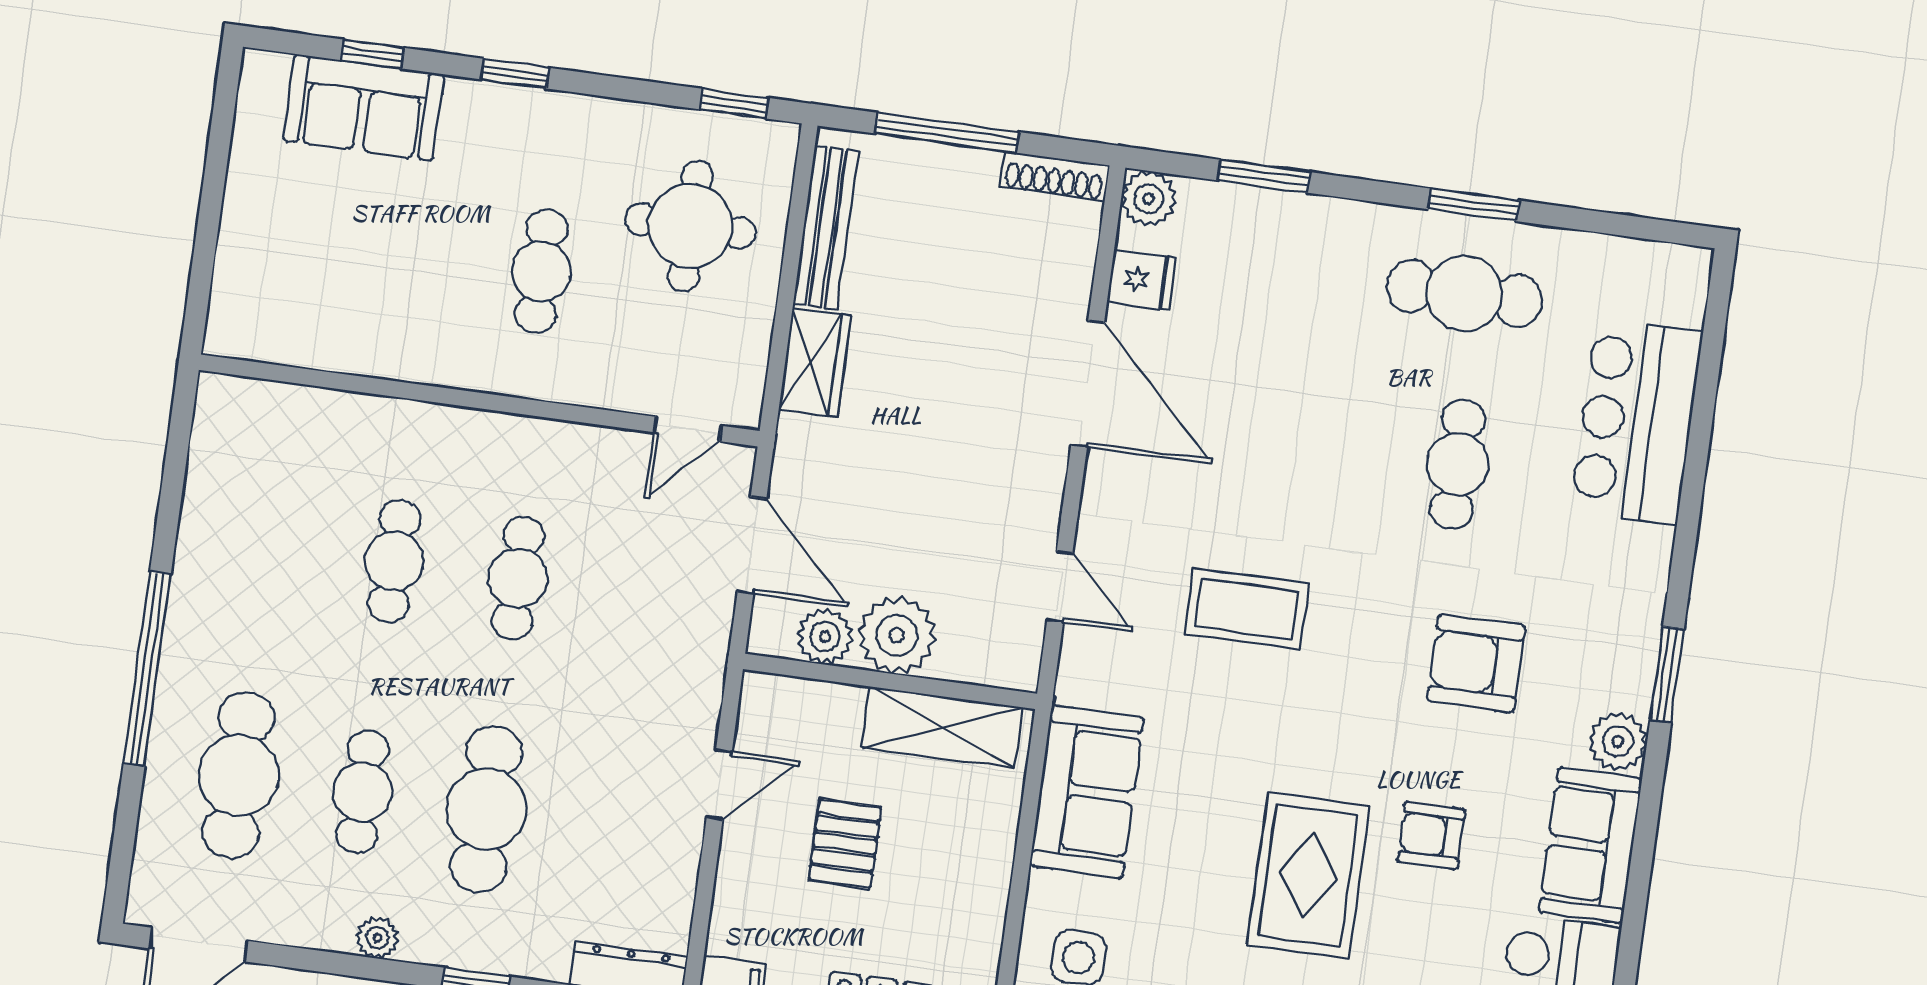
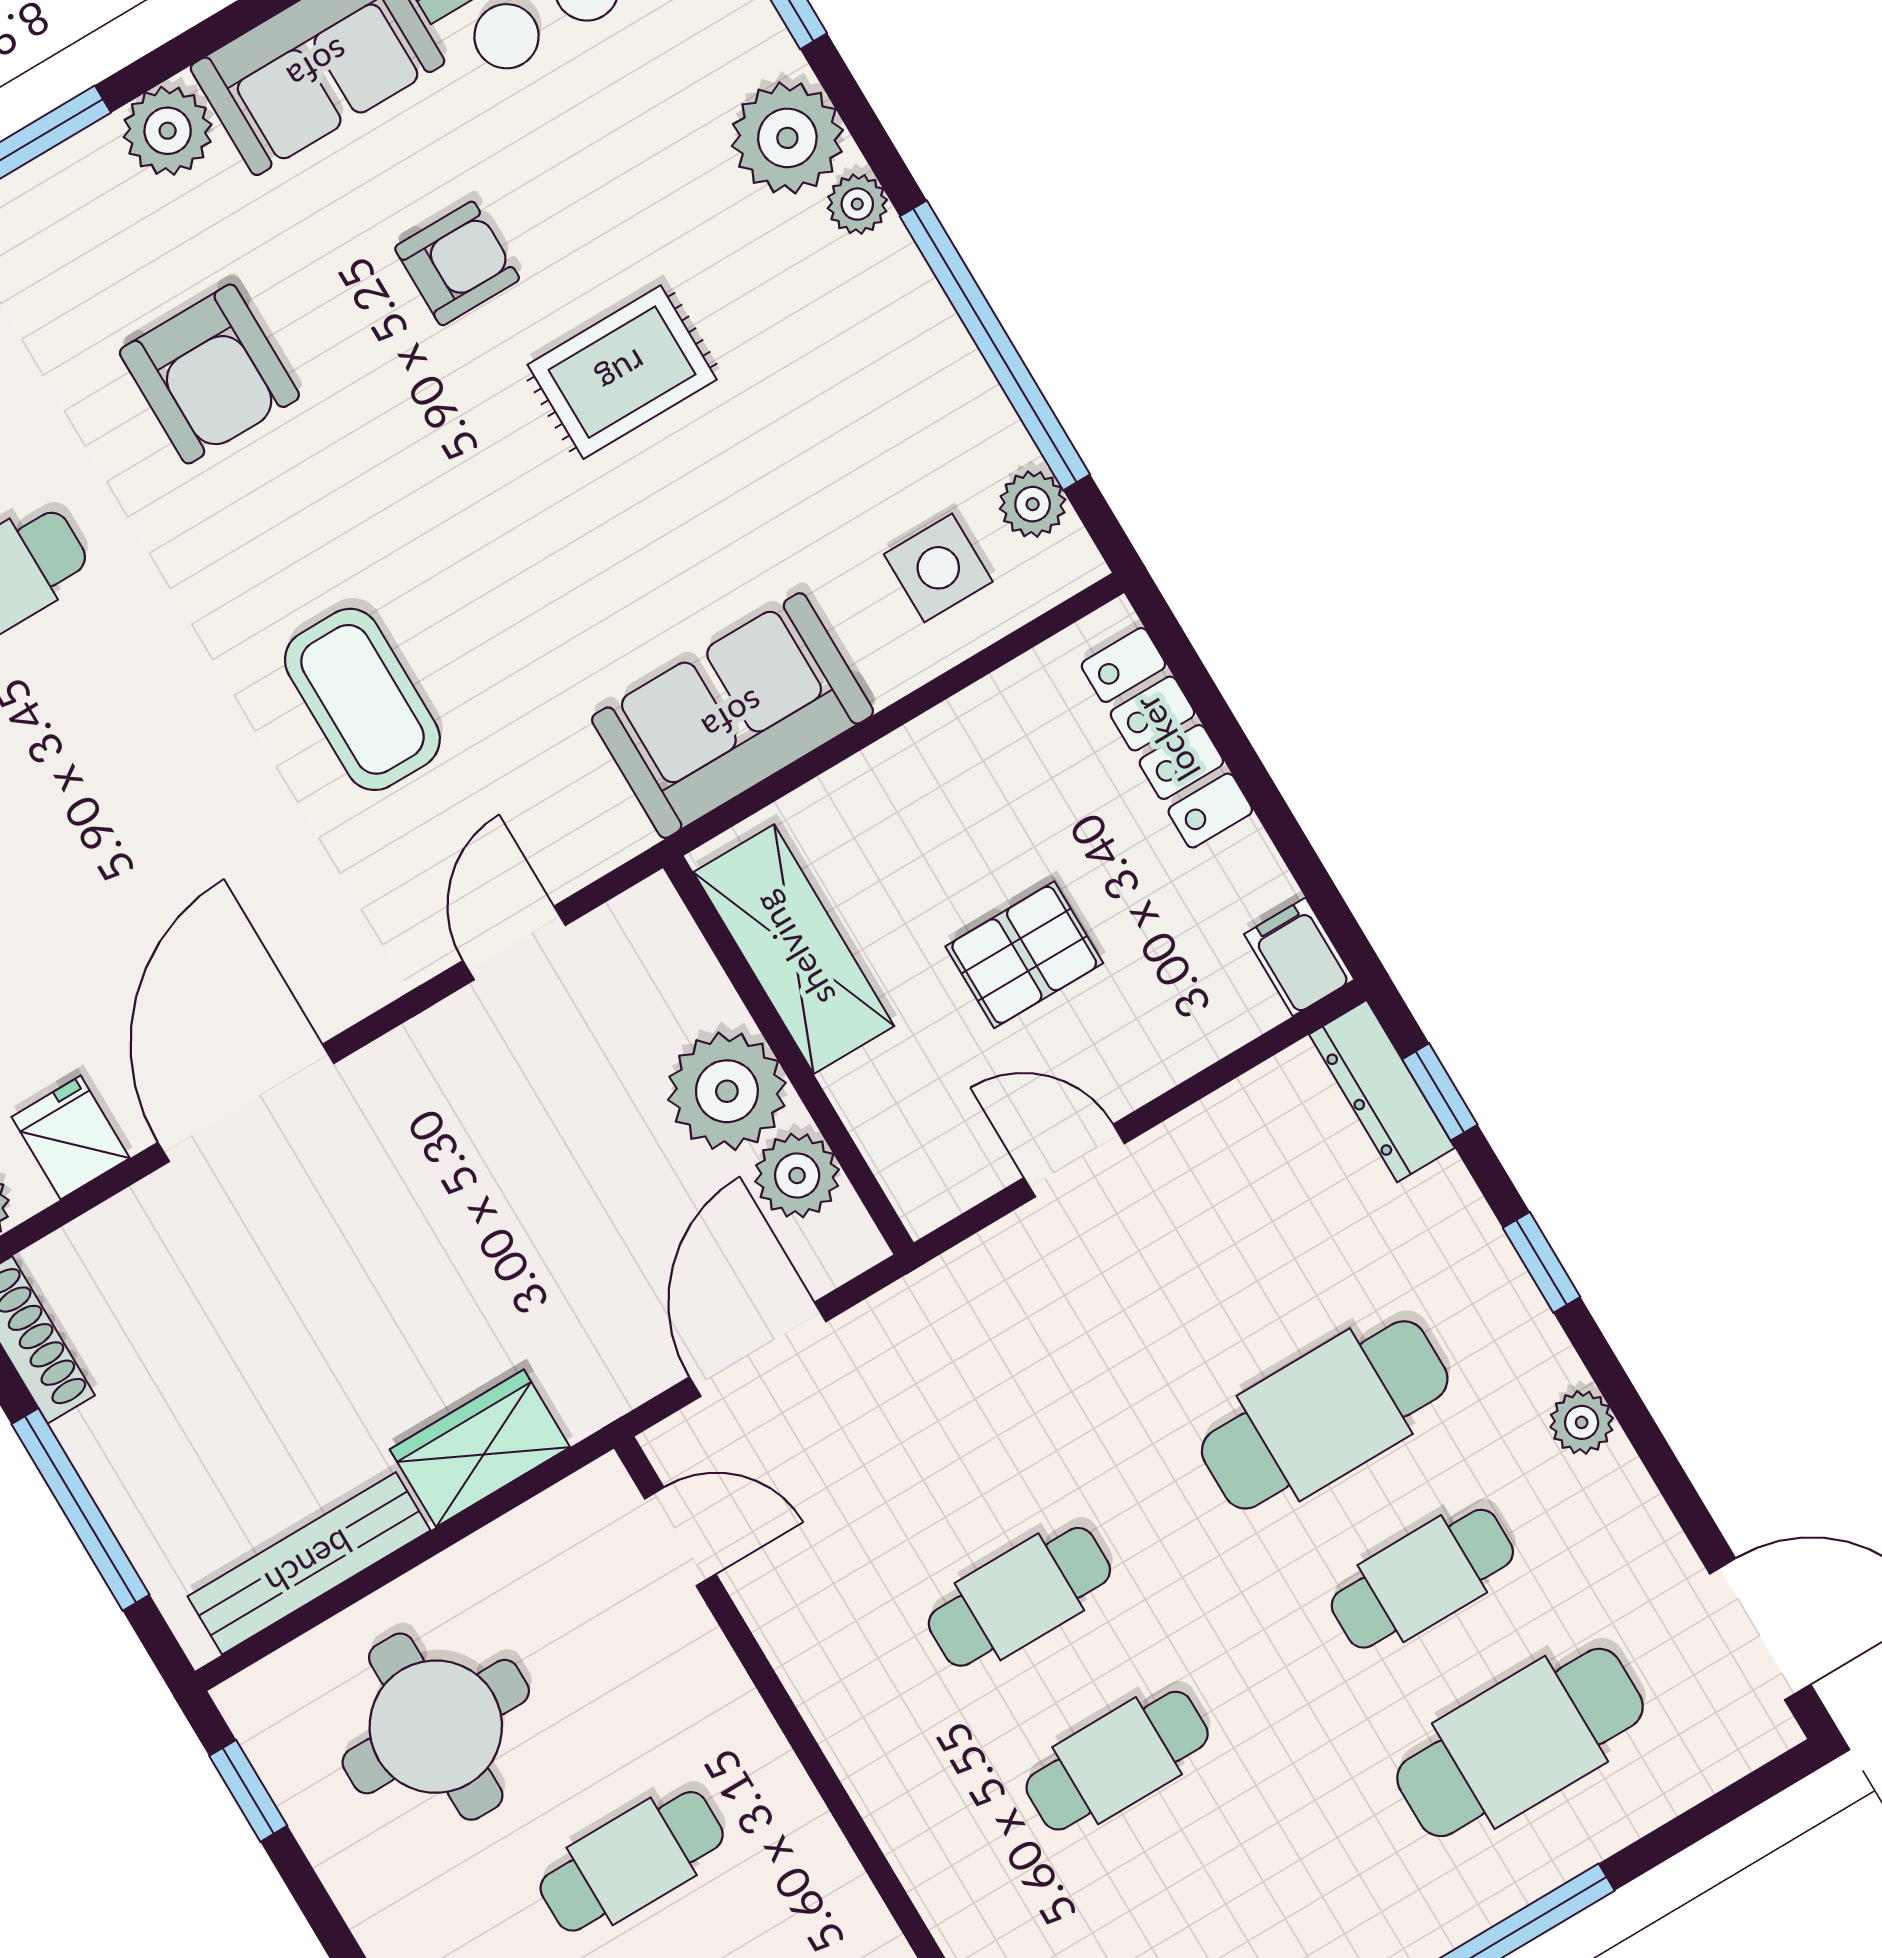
armchair: (1431, 835) -> (457, 263), turned -90
rug: (1308, 876) -> (622, 372), width x0.73, depth x0.70

